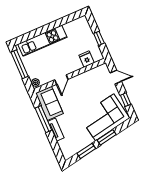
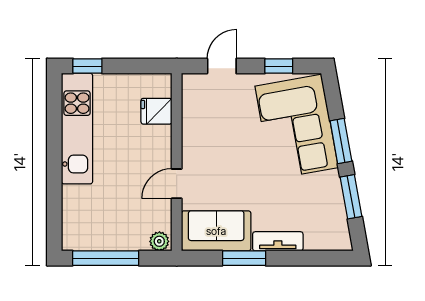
window: (99, 38) -> (87, 66), moved
kitchen unit: (42, 41) -> (77, 129), moved
door: (61, 80) -> (177, 184), swing flipped
window: (43, 119) -> (244, 258), width x0.69

